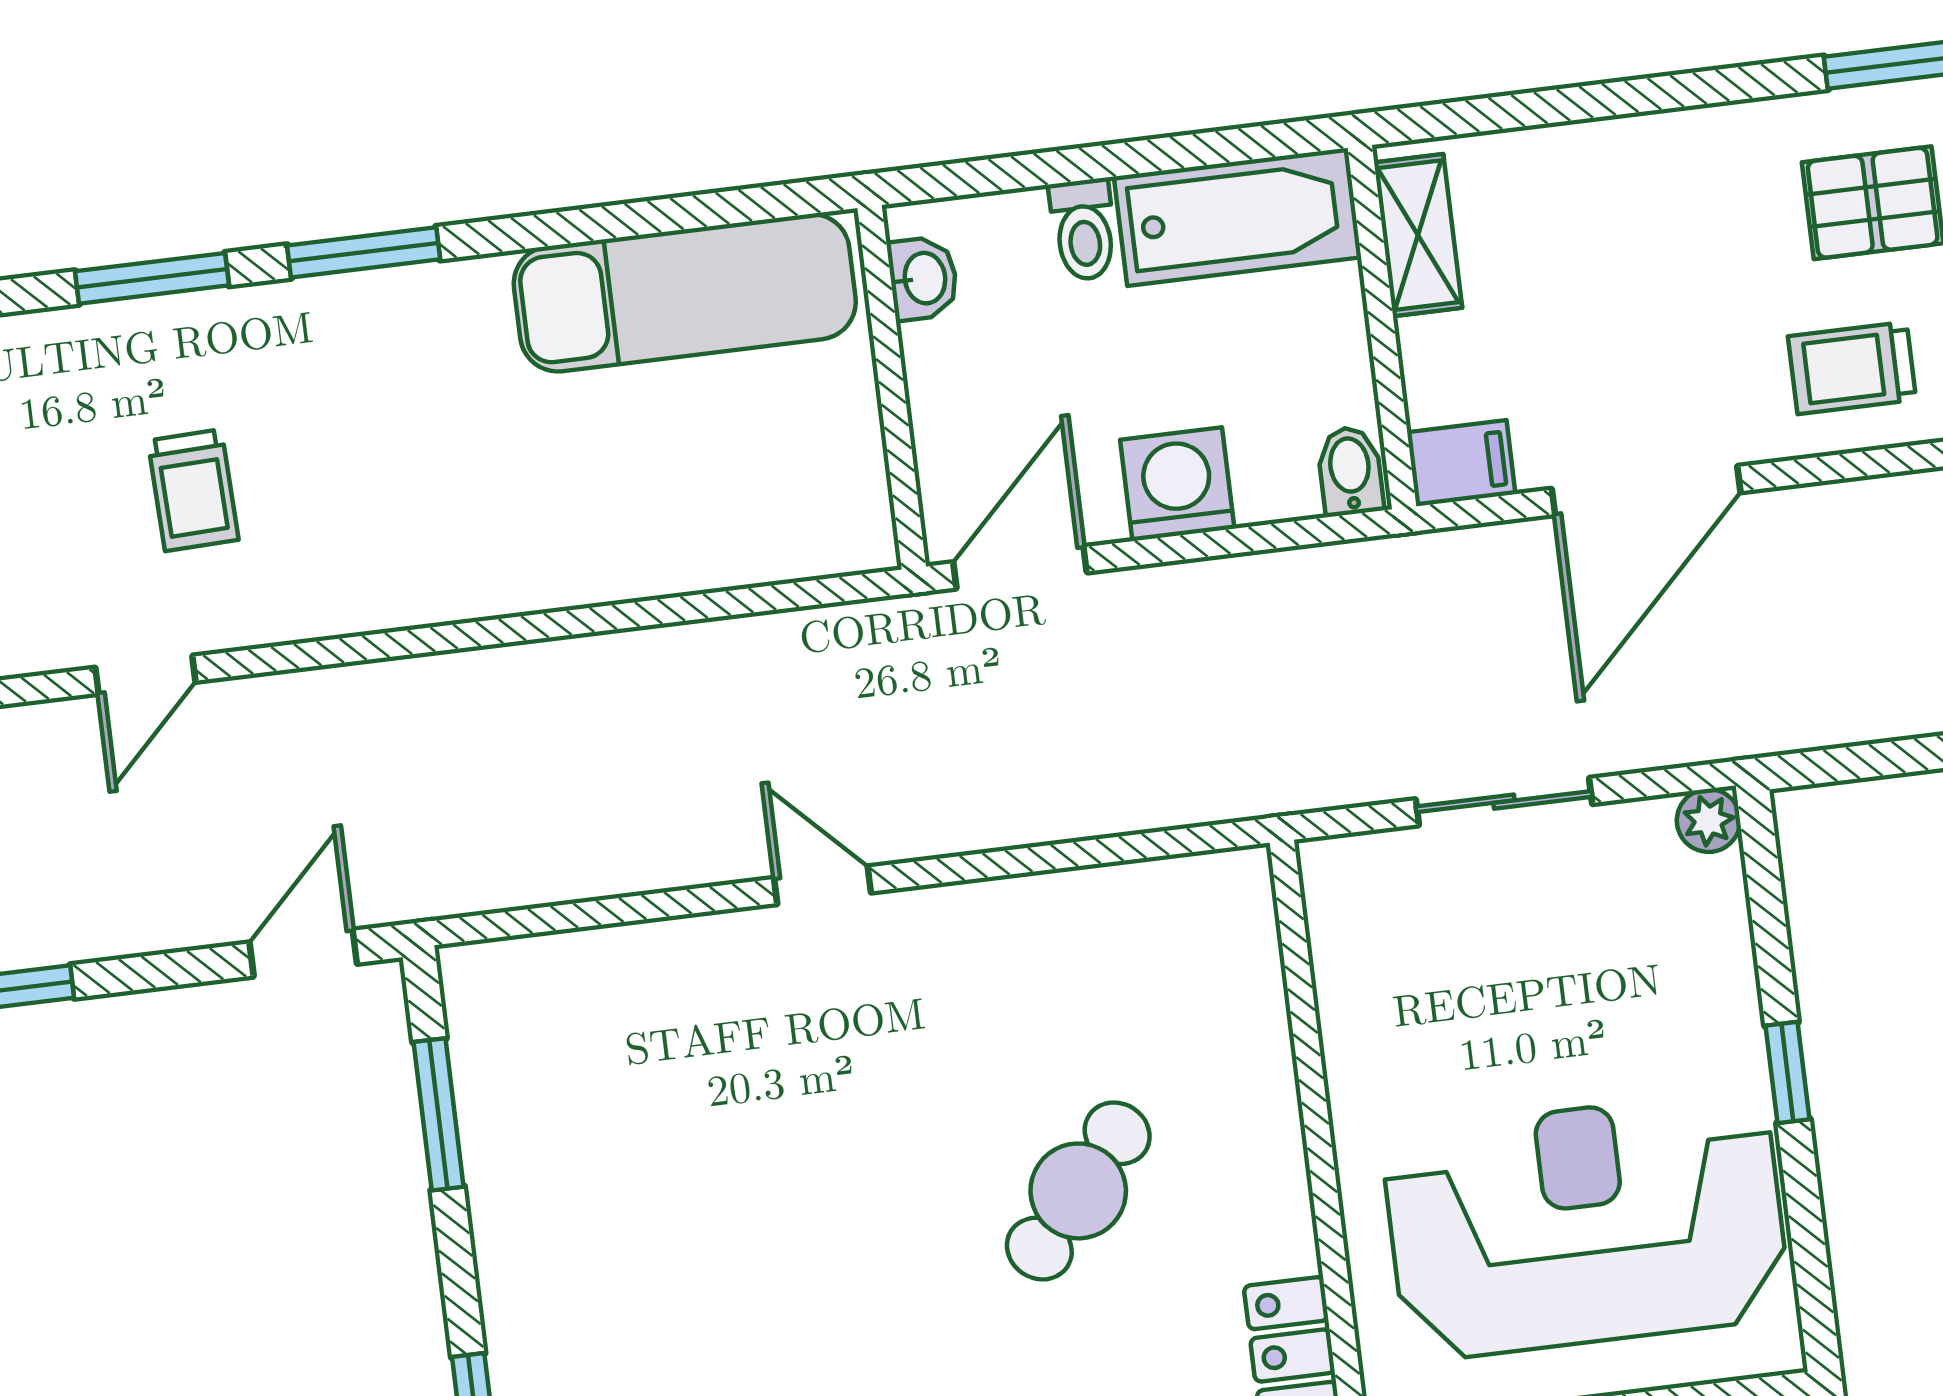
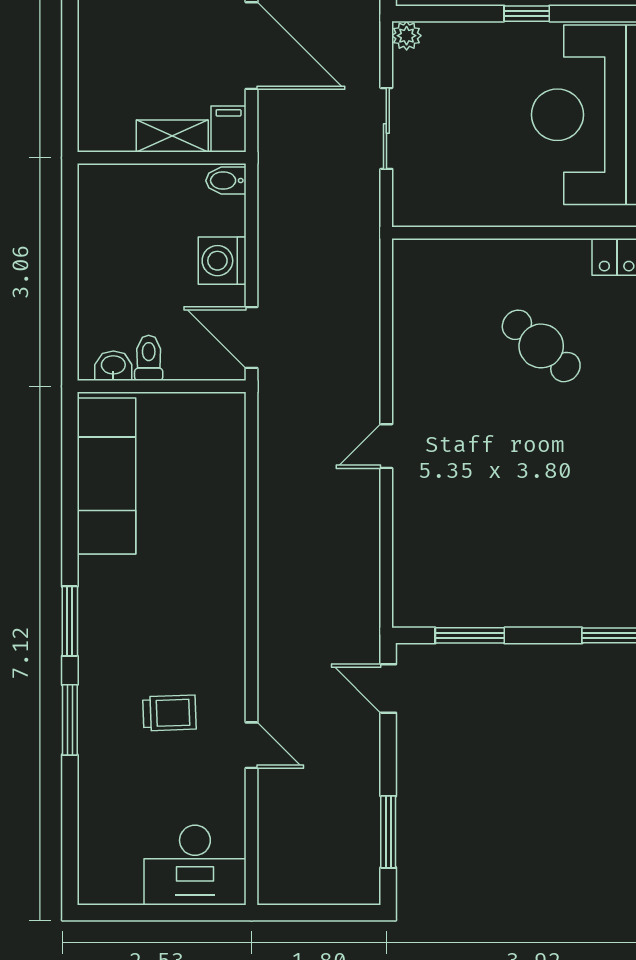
bathtub: (1237, 217) -> (103, 218), removed
toilet: (1084, 230) -> (149, 358), moved, turned -90
shelving: (1418, 235) -> (172, 136), moved

